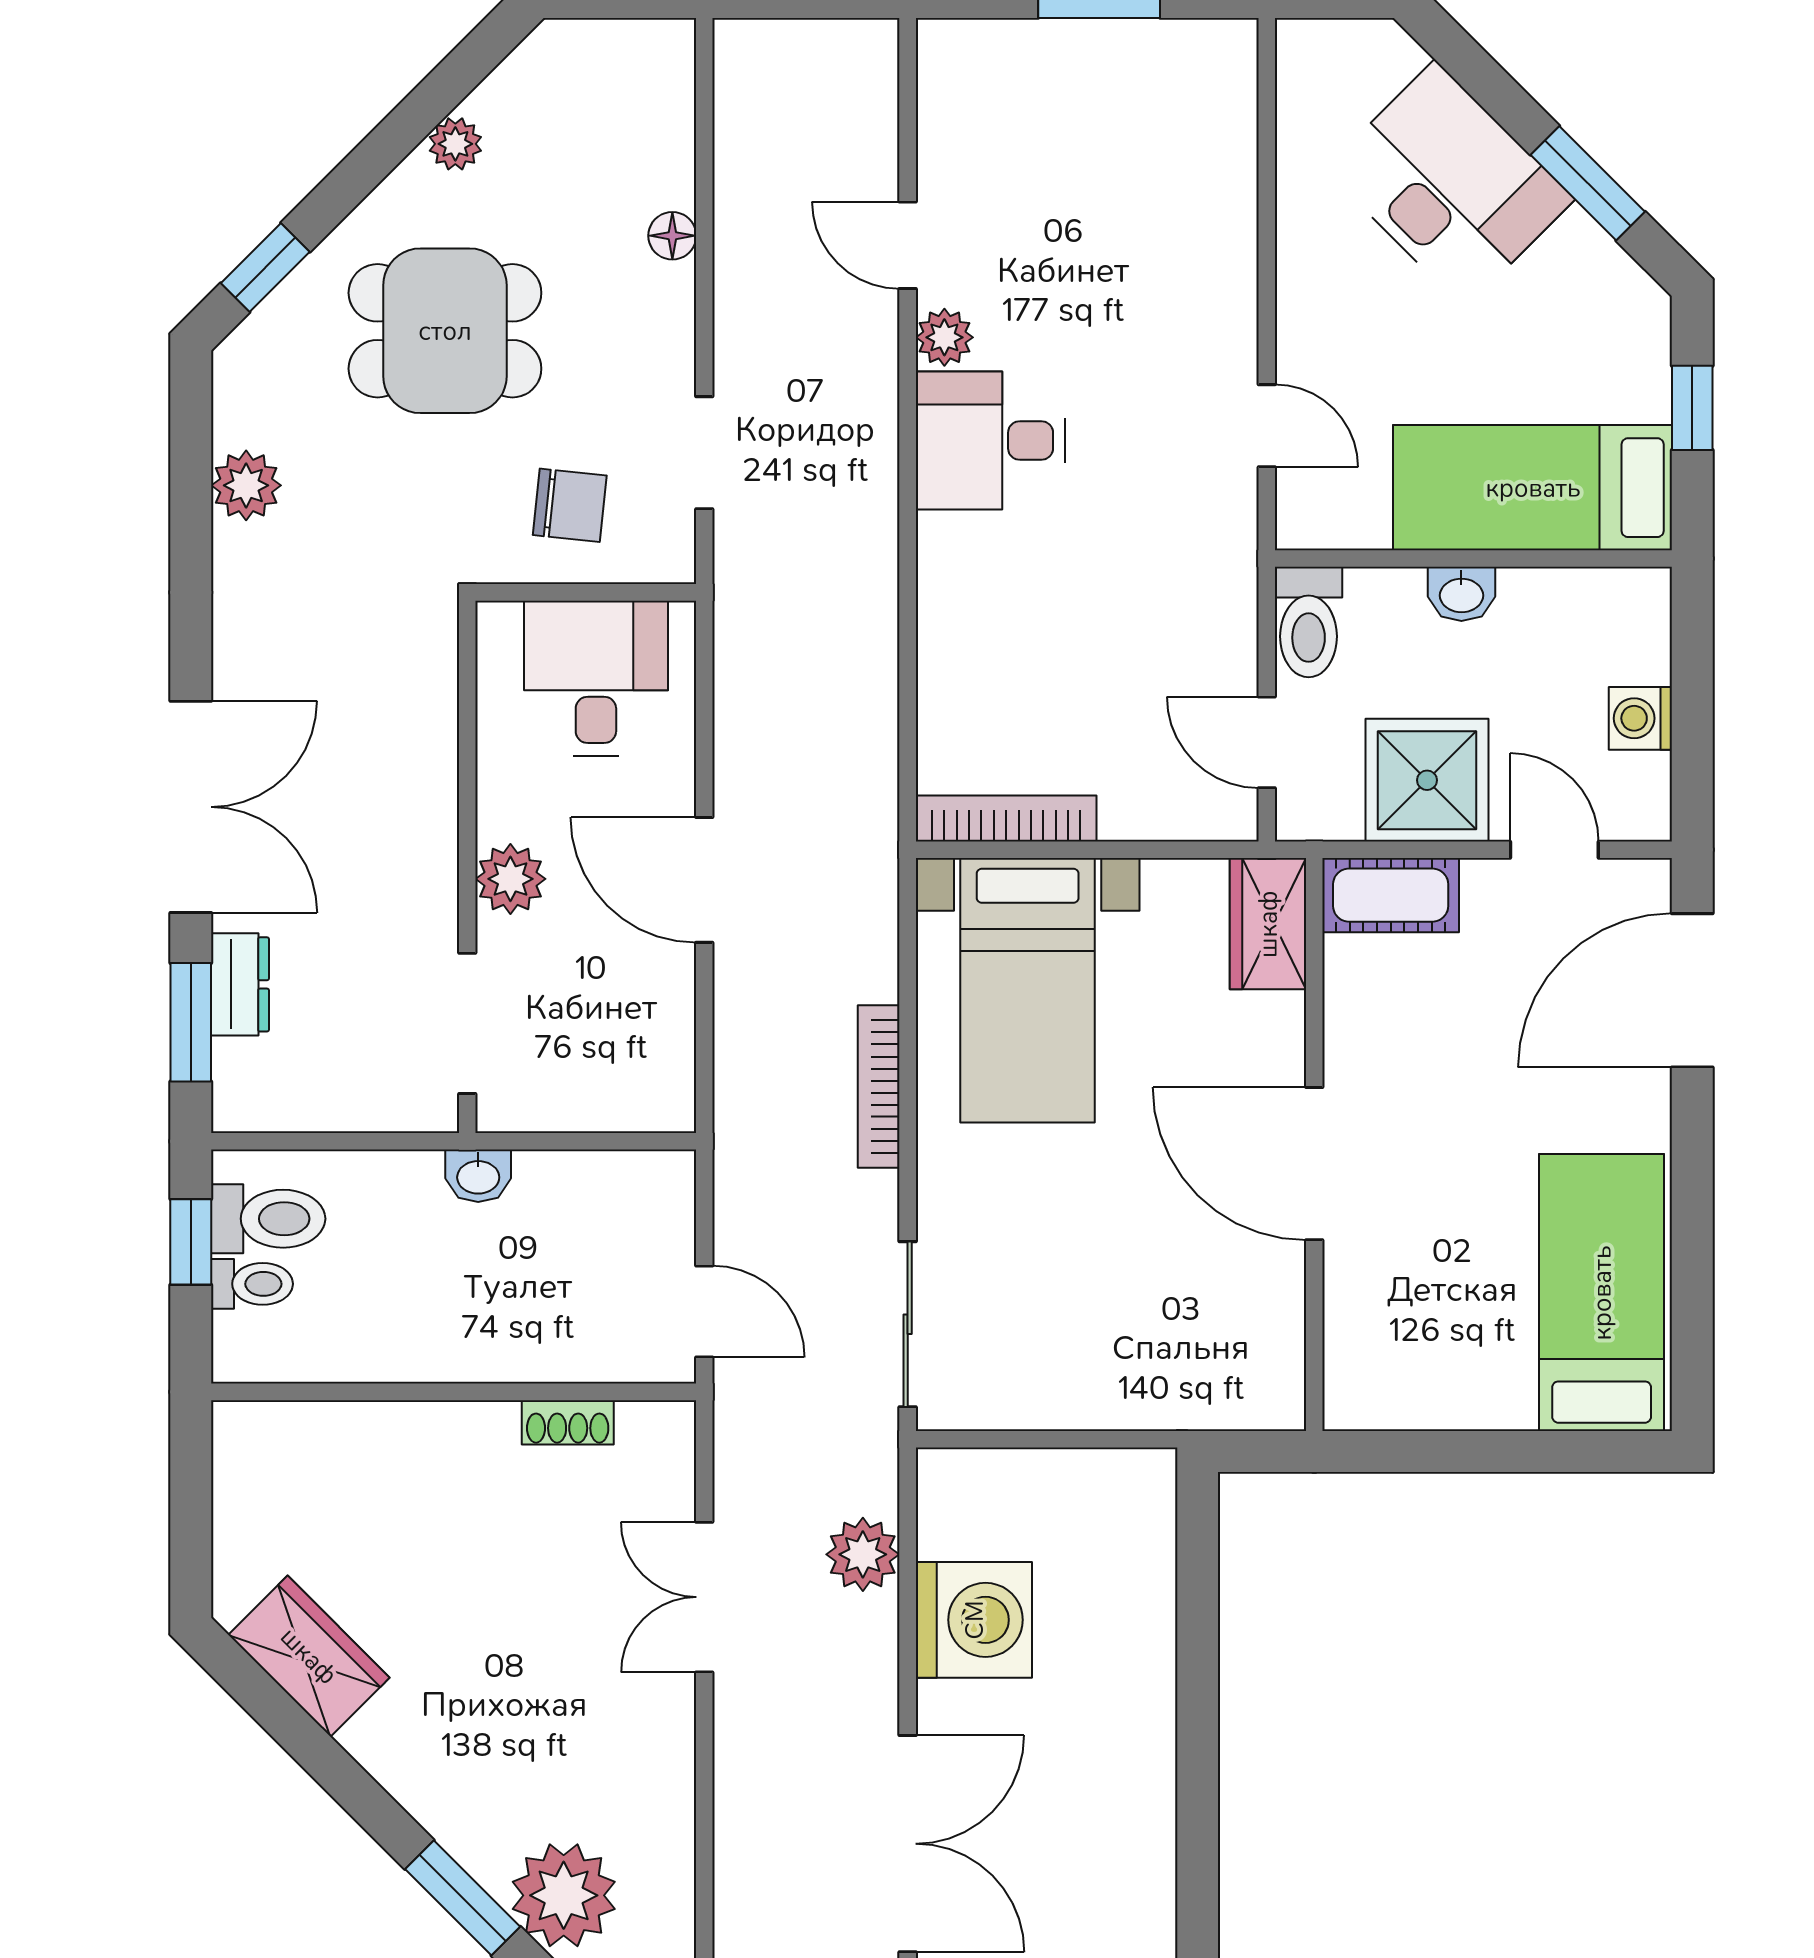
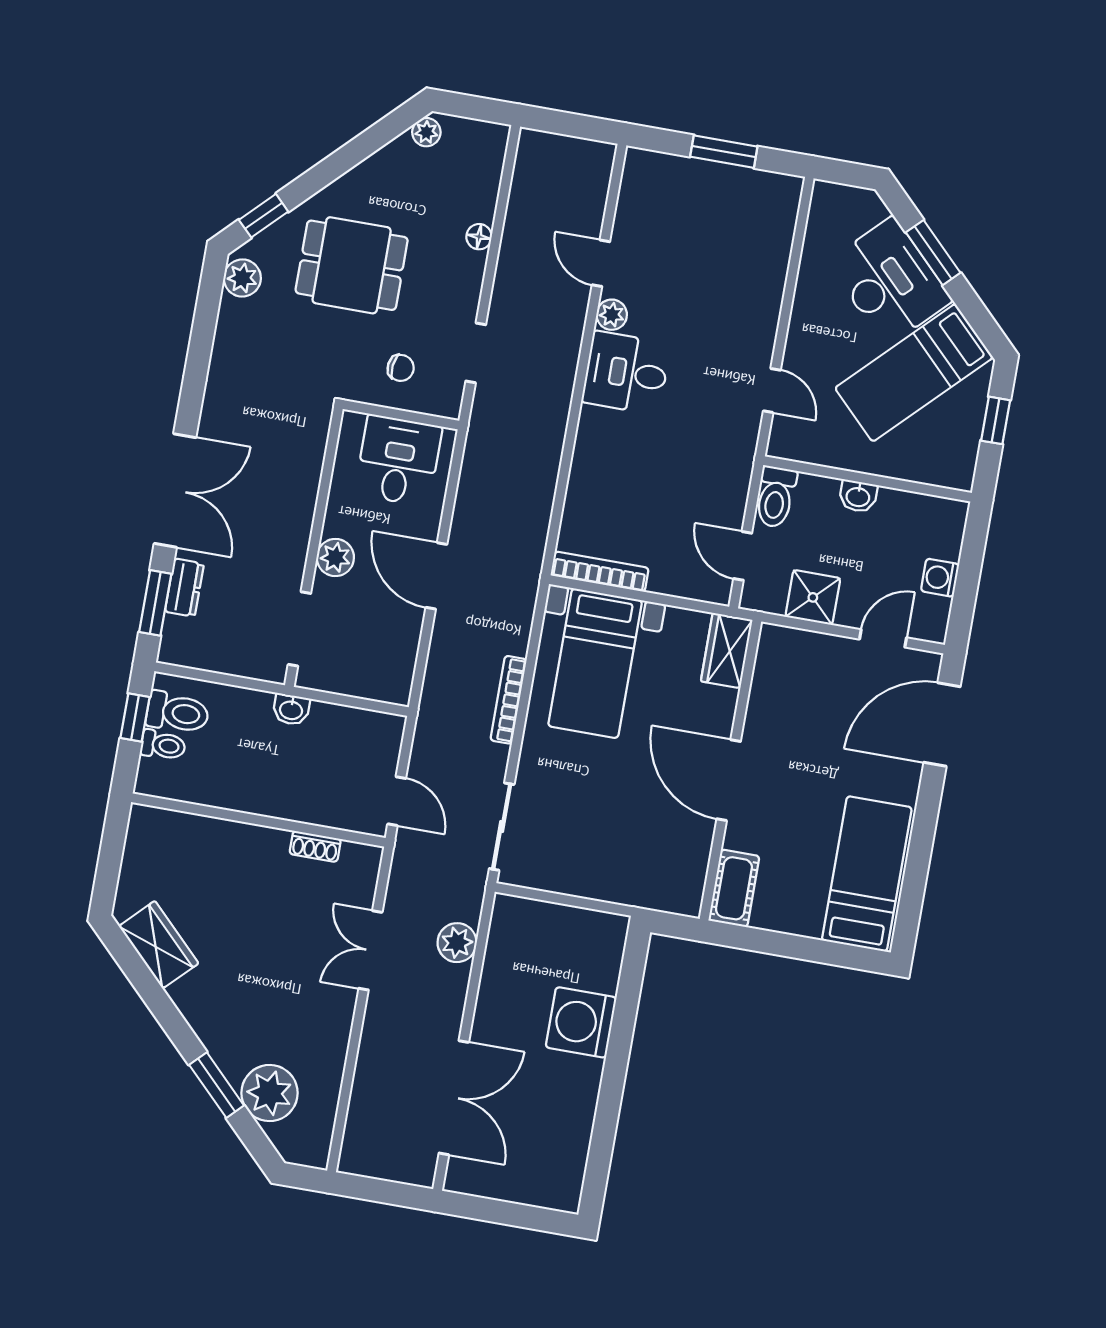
plant: (455, 144) -> (426, 132), moved
window: (1588, 183) -> (933, 253), moved
plant: (246, 485) -> (242, 278), moved
bed: (1533, 488) -> (914, 373), moved, turned -45
chair: (570, 505) -> (401, 368), width x0.73, depth x0.73
shower: (1427, 780) -> (813, 597), width x0.73, depth x0.73
door: (1554, 850) -> (883, 638), hinge flipped
cot: (1391, 895) -> (734, 888), moved, turned 90
washing machine: (974, 1620) -> (581, 1022), moved, turned 180

